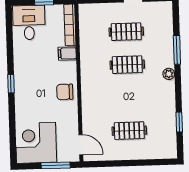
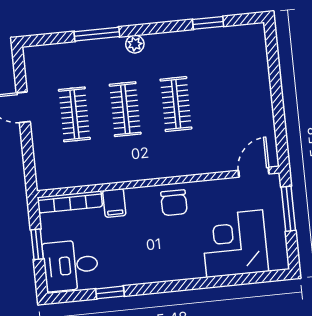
window: (11, 84) -> (110, 292), moved
clothes rail: (129, 131) -> (176, 104), moved
corner desk: (36, 143) -> (235, 244), moved, turned 90

